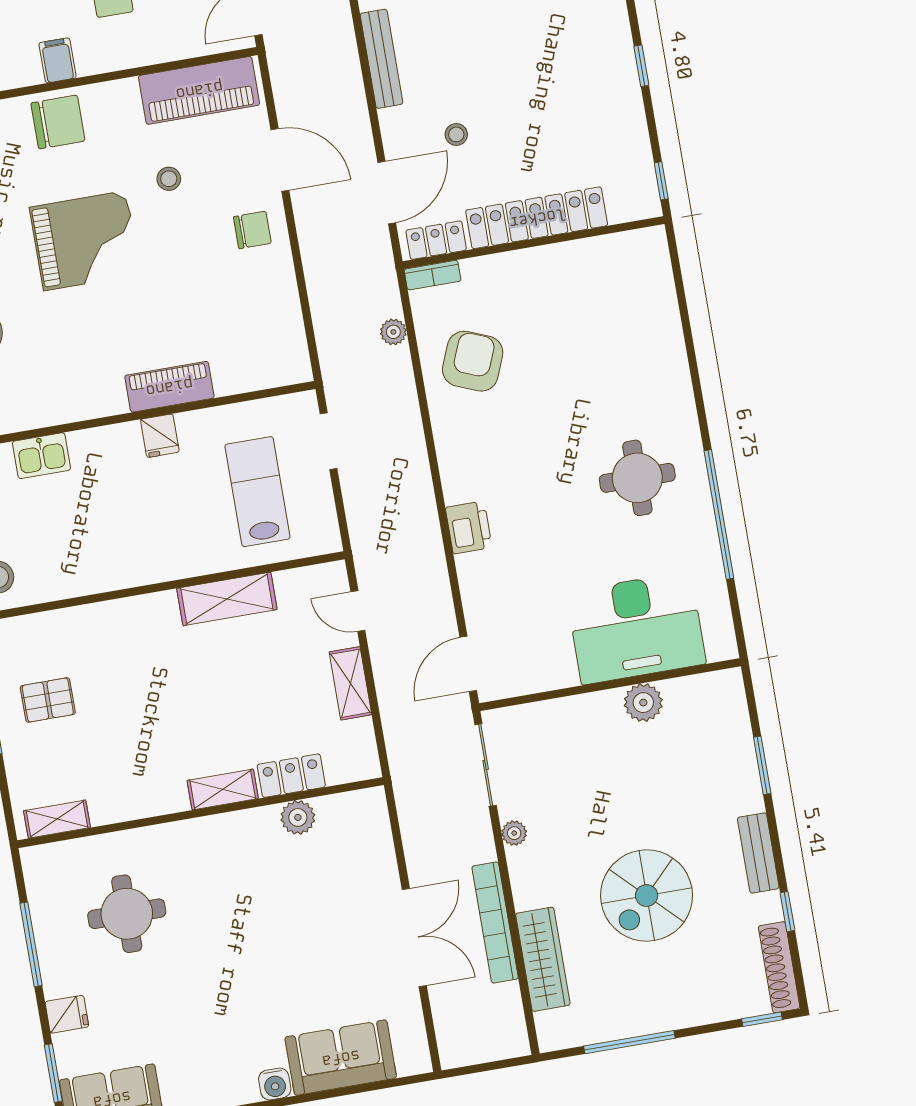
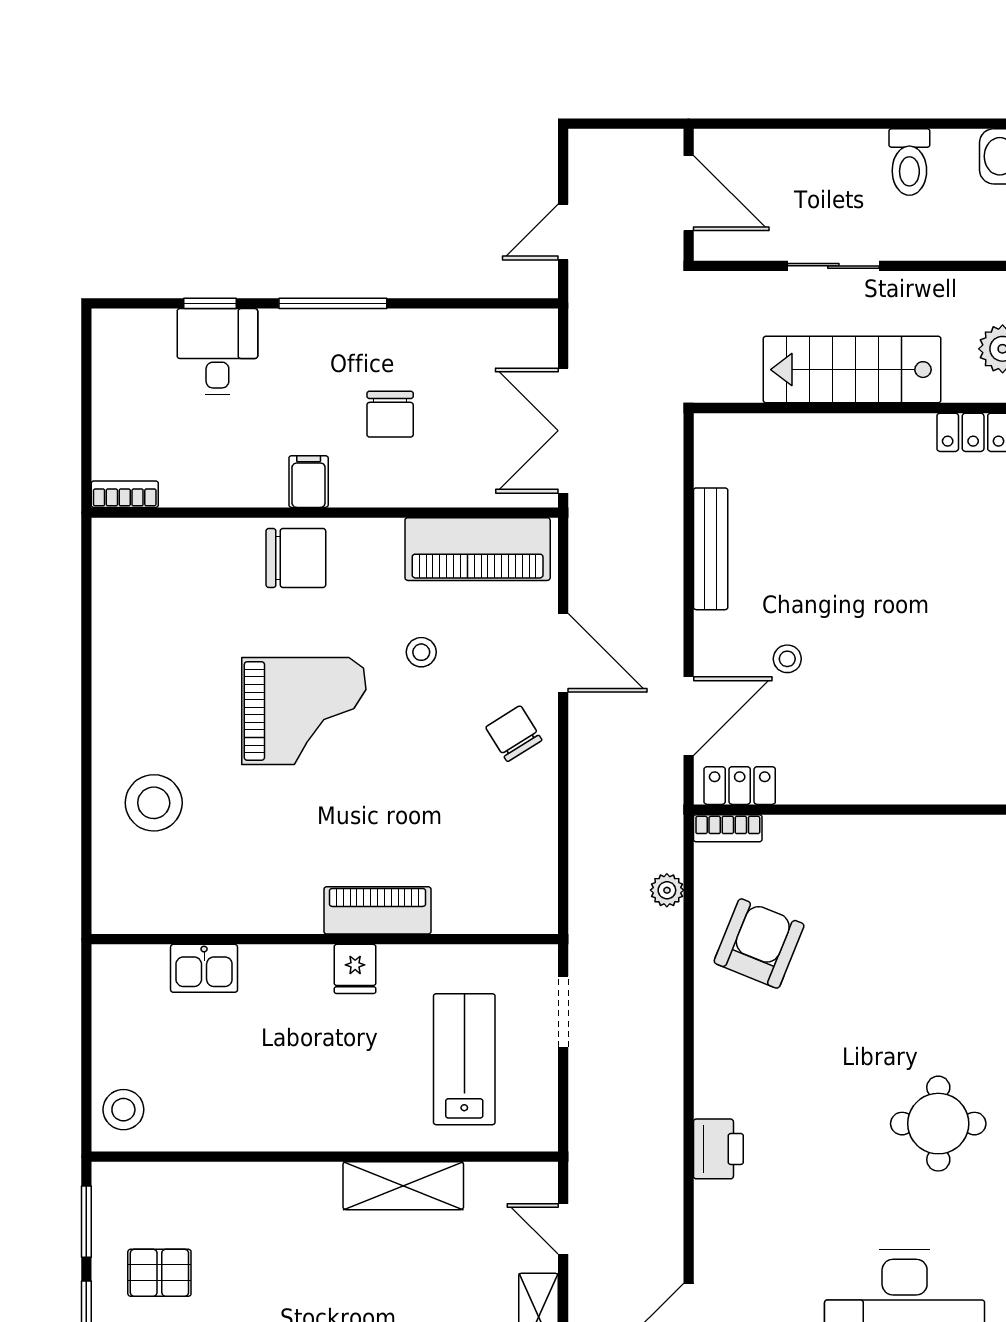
locker: (537, 218) -> (869, 779), removed
chair: (252, 230) -> (514, 734), turned -122

